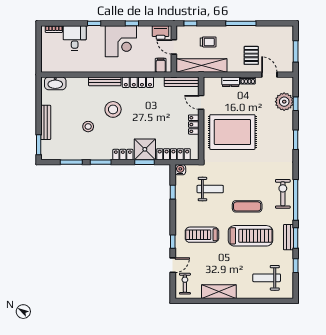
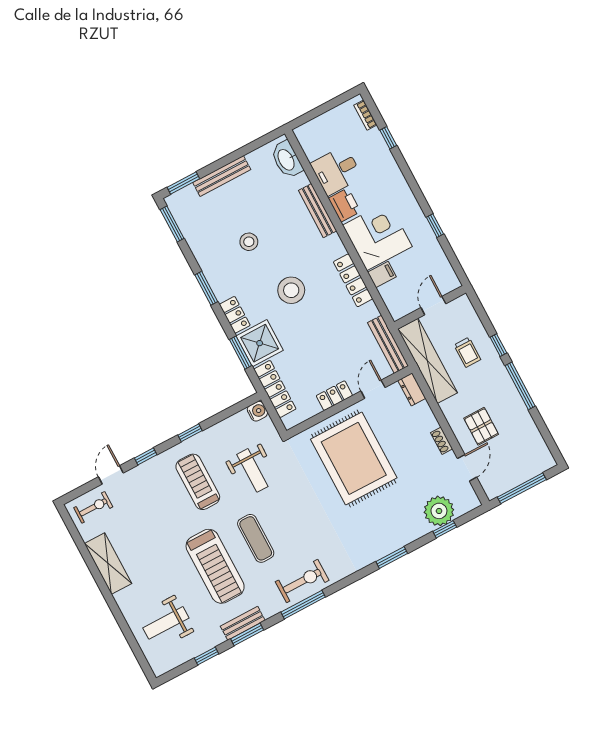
window: (94, 23) -> (388, 138), moved
window: (190, 23) -> (498, 345), moved
printer: (161, 33) -> (344, 205), moved, turned 180
desk: (75, 38) -> (336, 171), moved, turned 180
corner desk: (121, 41) -> (377, 236), moved, turned 180
window: (296, 51) -> (522, 488), width x1.44
pallet: (251, 55) -> (481, 426), turned 90
filing cabinet: (161, 65) -> (382, 274), moved
bench: (105, 81) -> (318, 211), moved
dresser: (231, 82) -> (412, 389), moved
stool: (113, 109) -> (291, 290), moved
window: (71, 162) -> (172, 224), moved
window: (173, 192) -> (190, 433), moved
window: (296, 200) -> (303, 605), width x0.68
treadmill: (202, 235) -> (198, 482), moved
door: (173, 265) -> (111, 475), swing flipped
weight bench: (267, 278) -> (166, 623), turned -90

